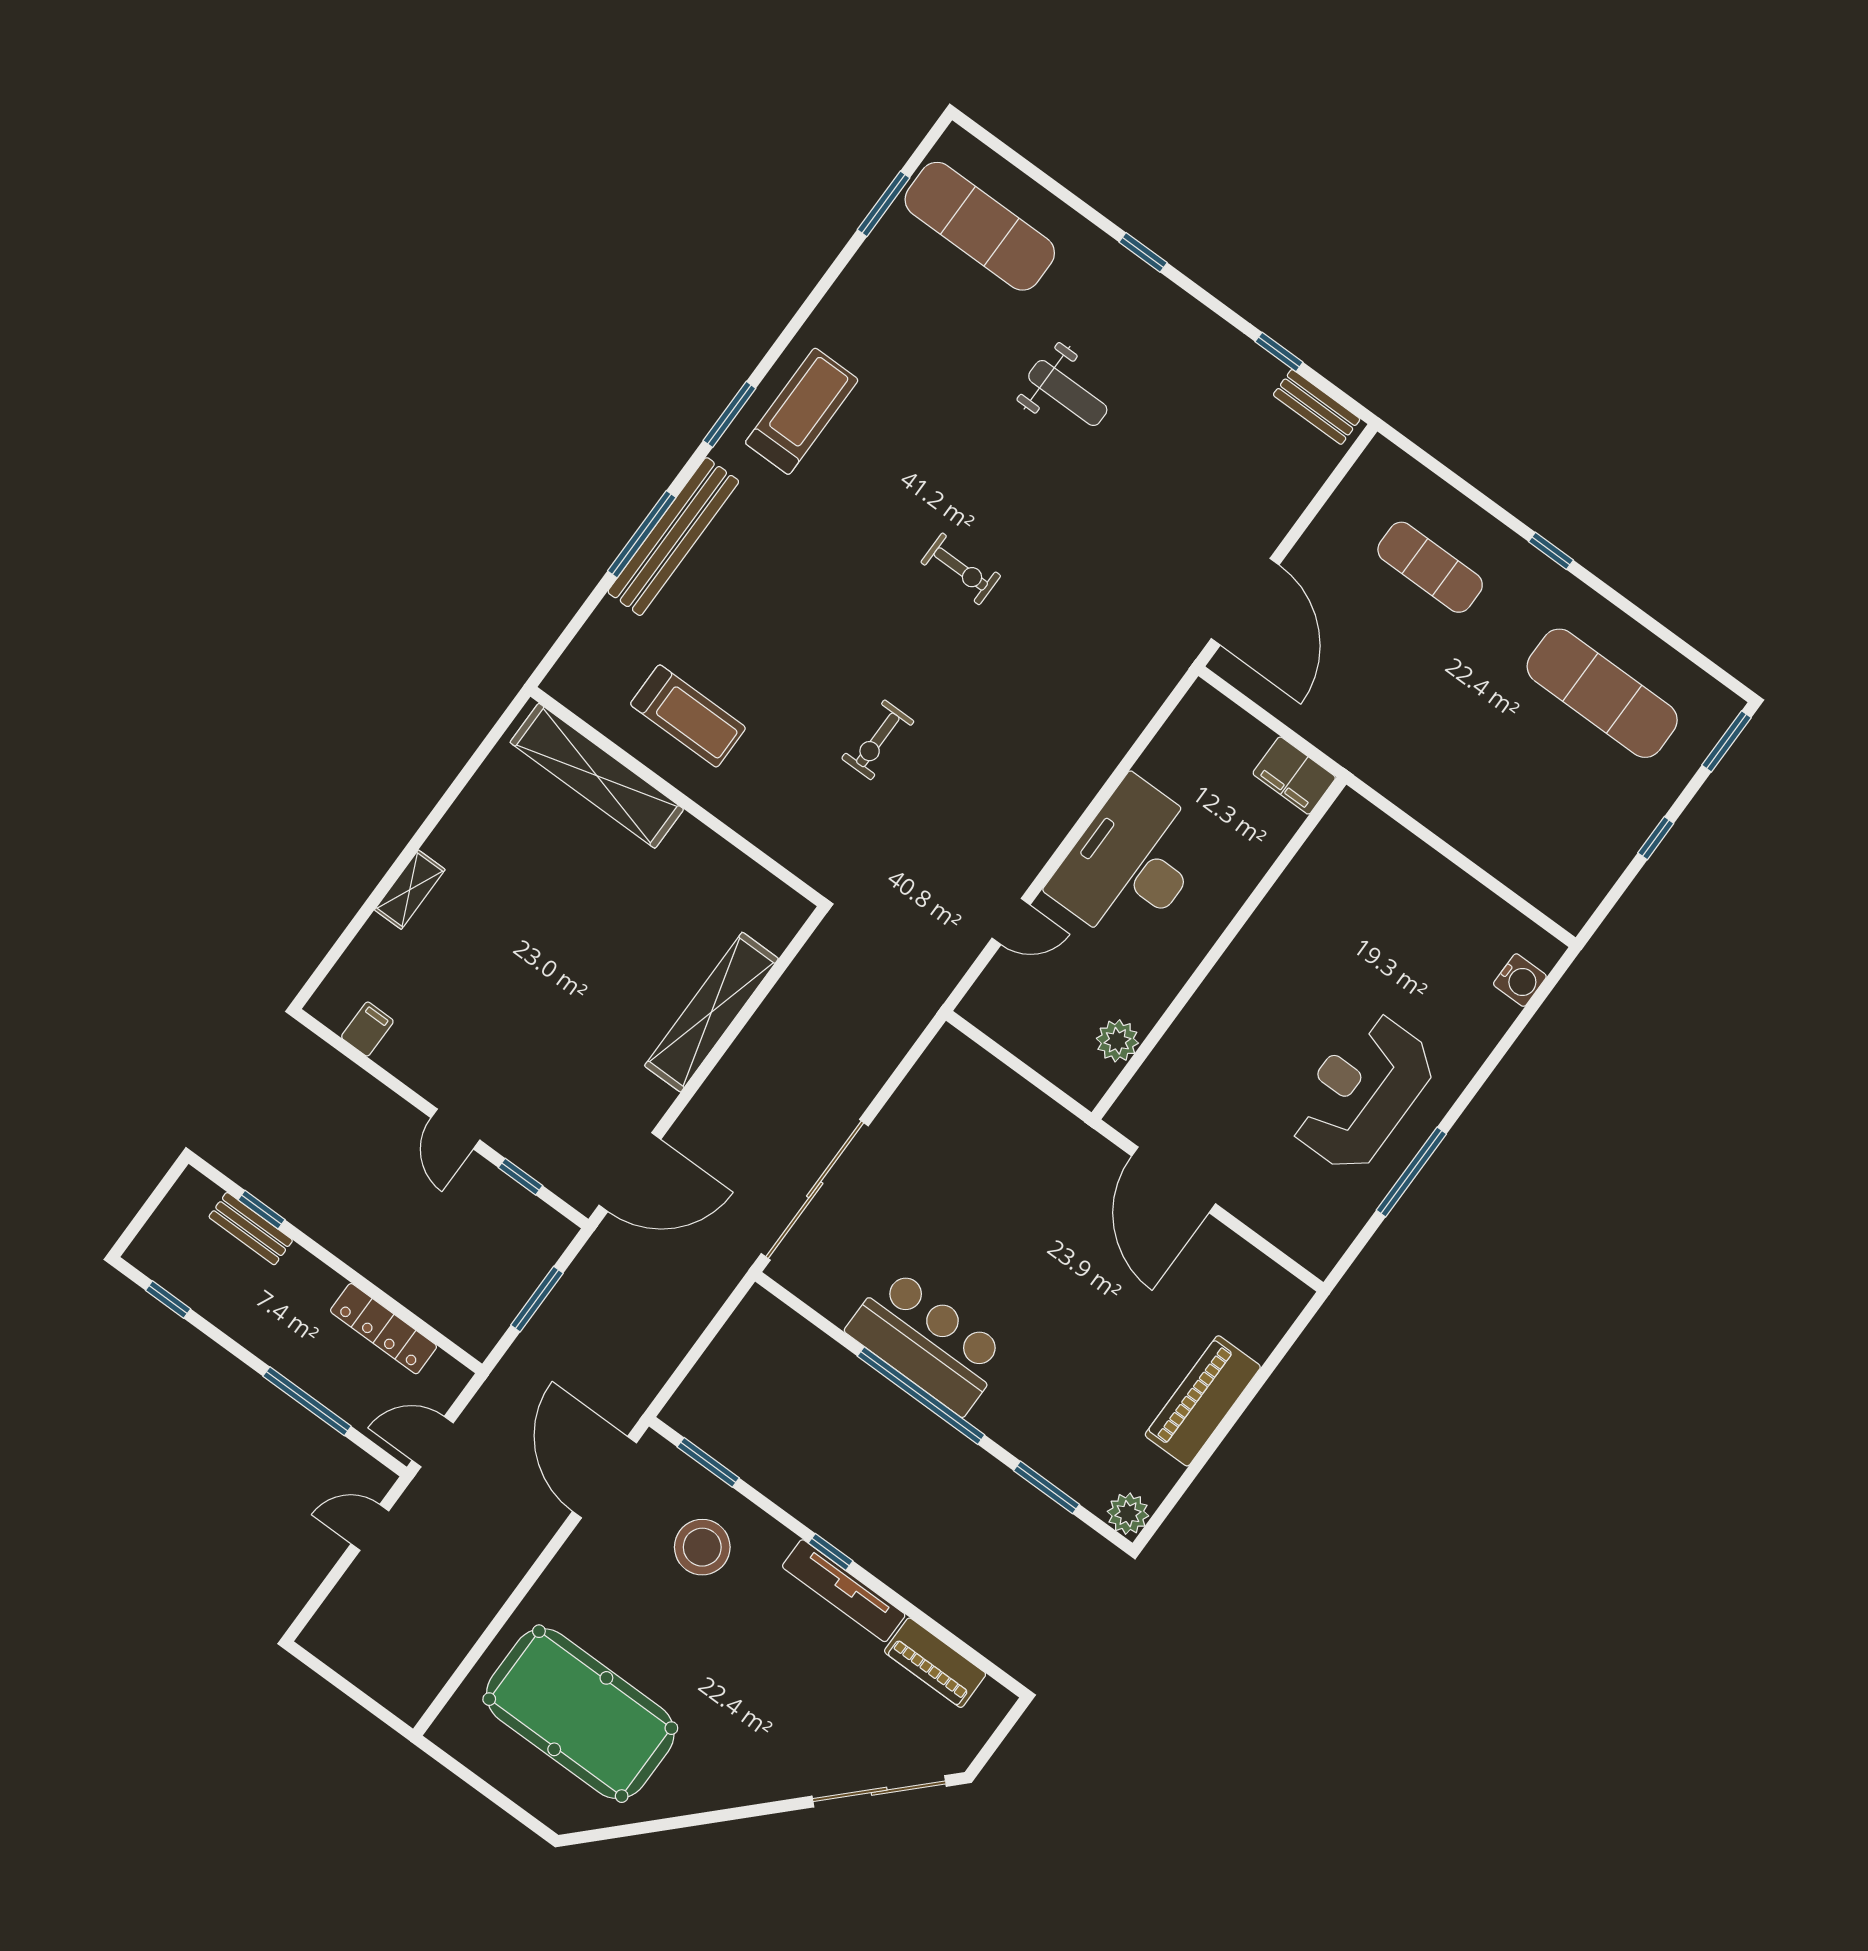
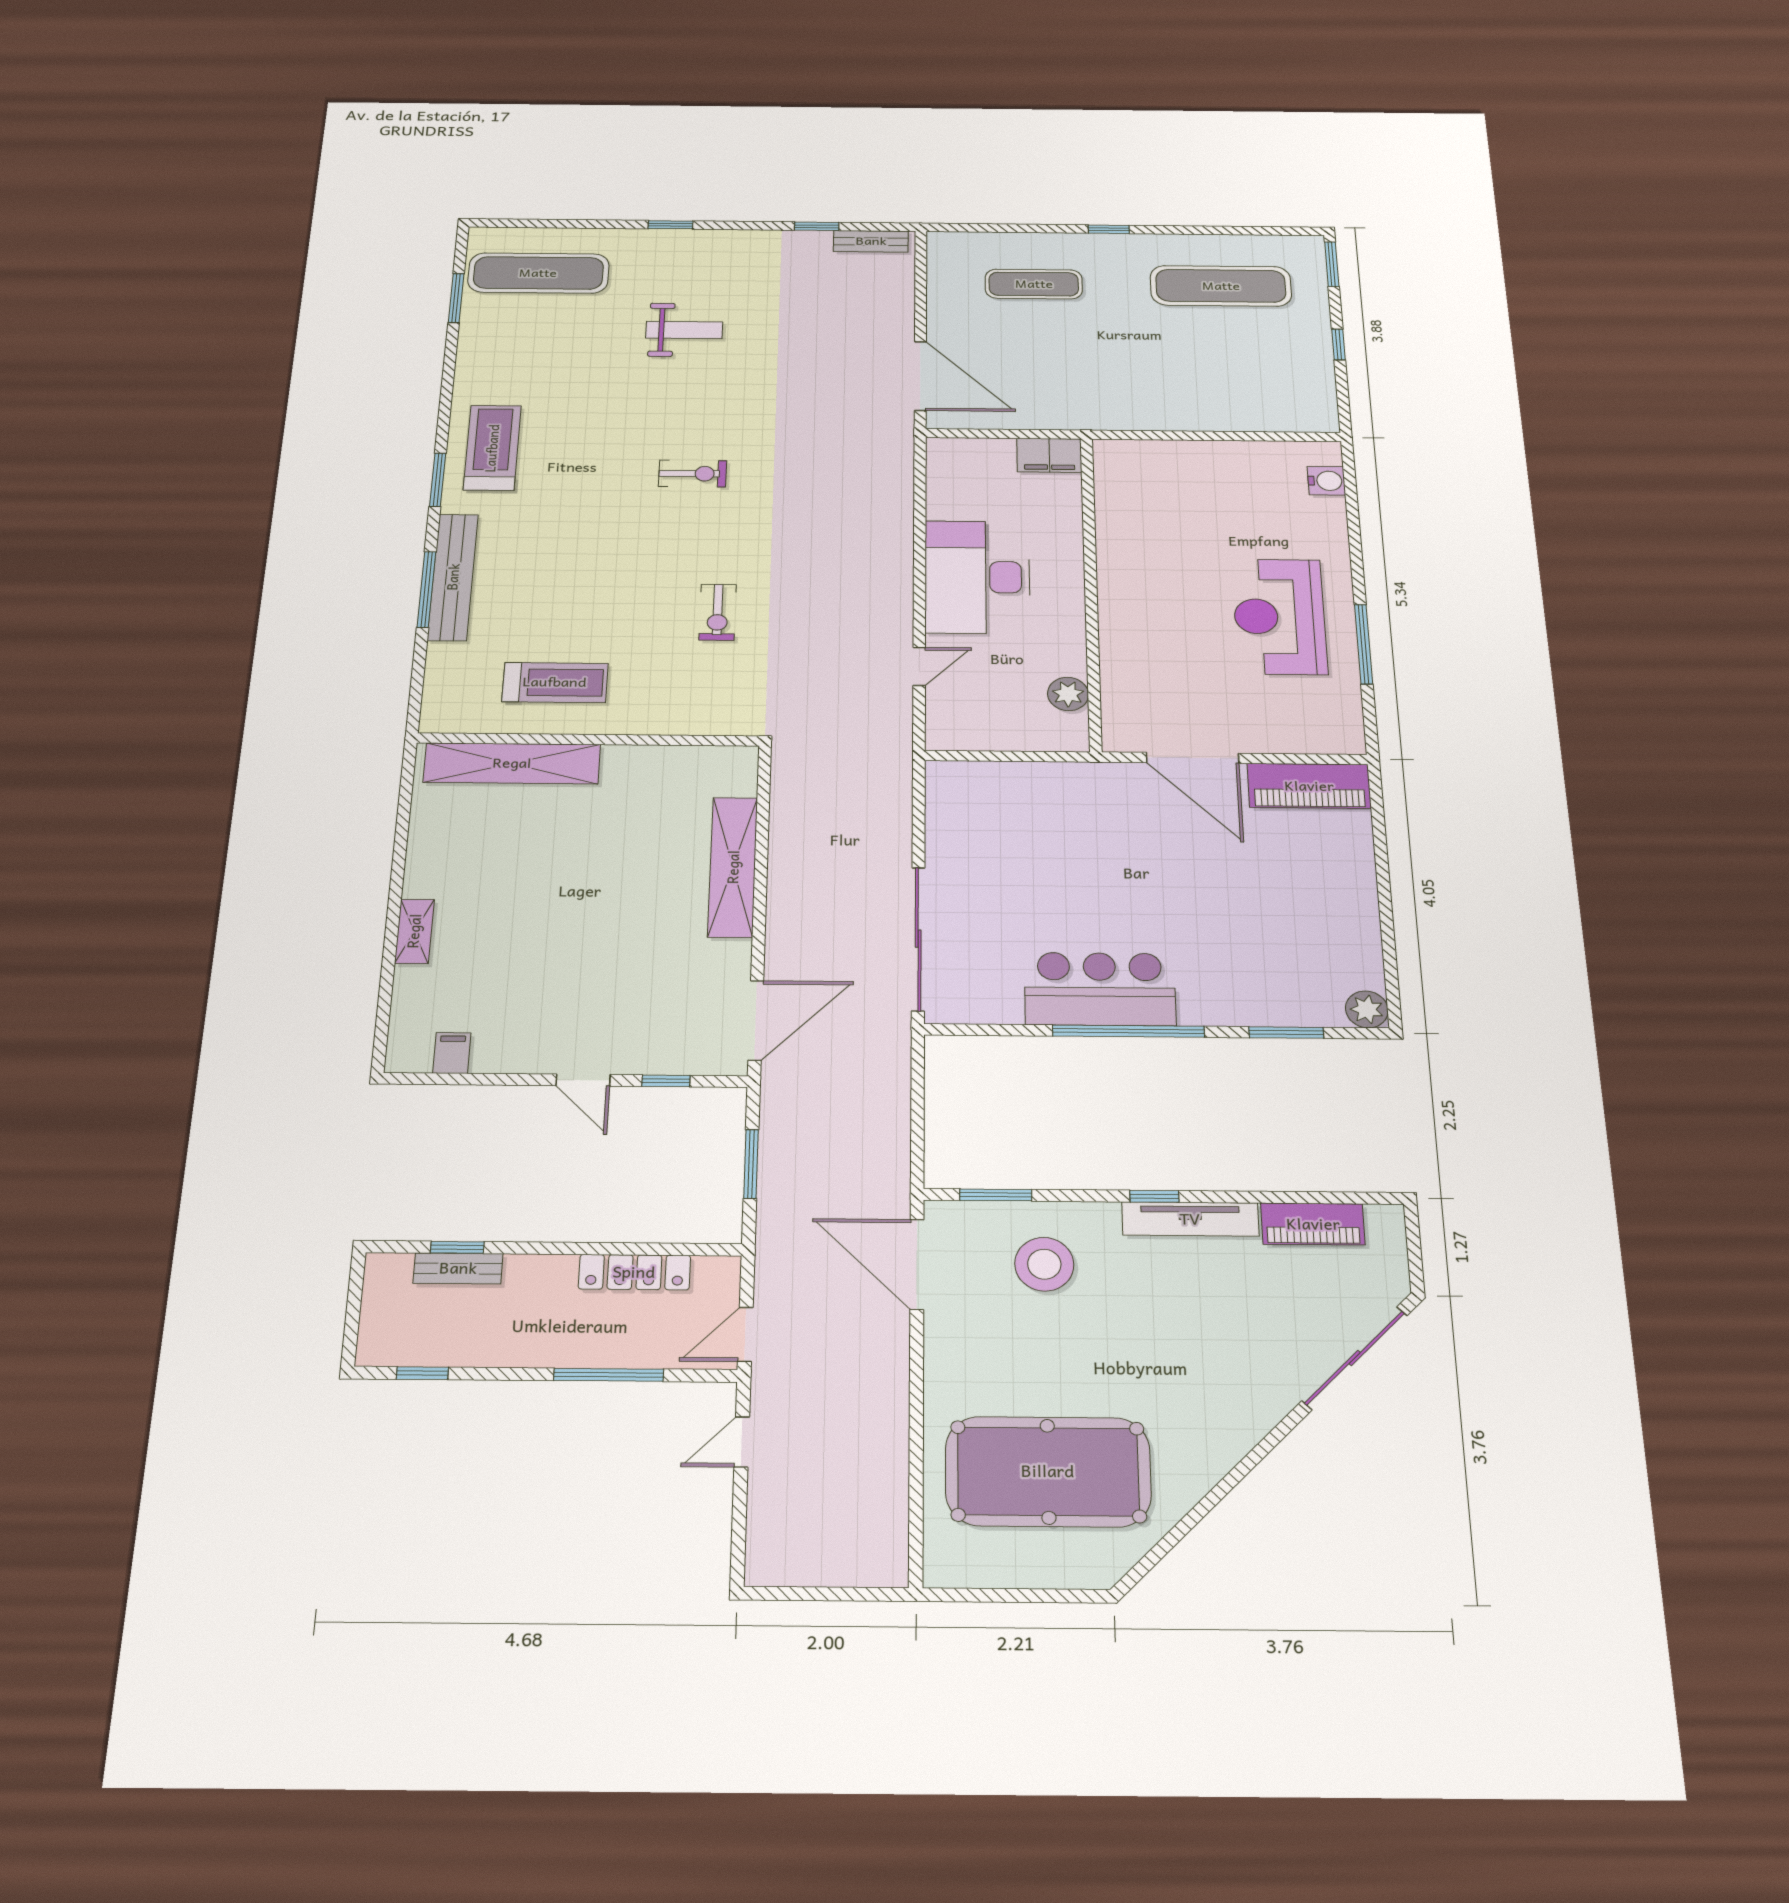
piano: (1203, 1401) -> (1309, 786), moved, turned -90

